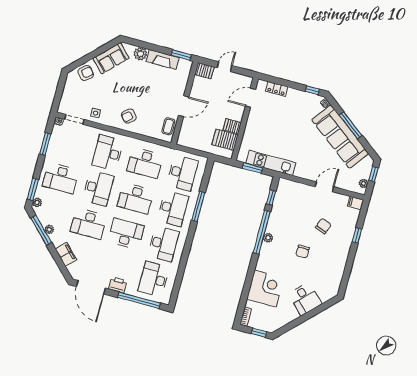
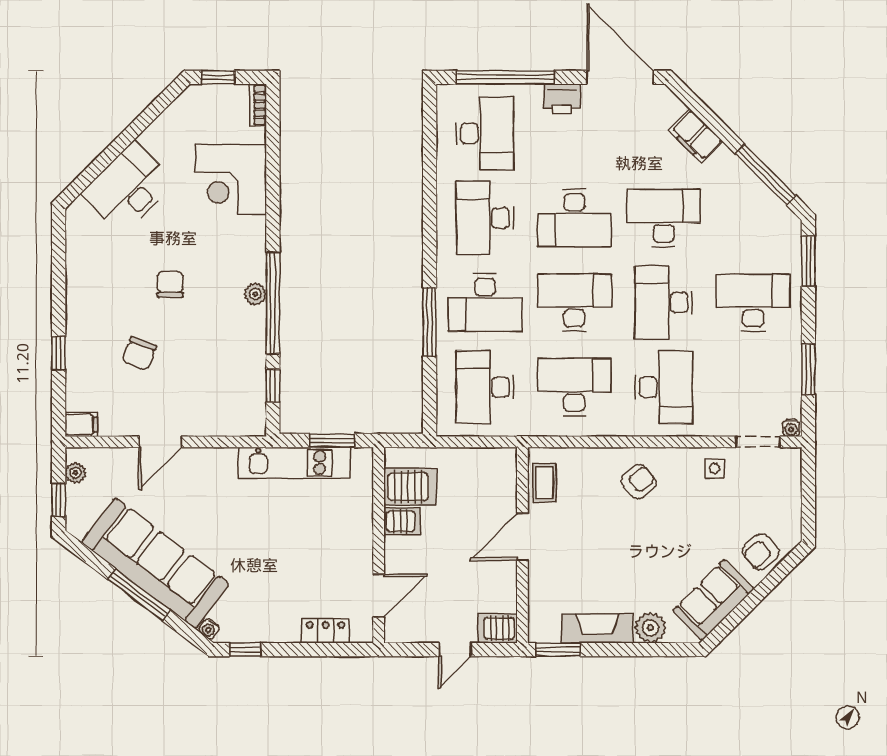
plant: (37, 202) -> (791, 234), removed
desk: (173, 208) -> (485, 303), turned -90
plant: (49, 229) -> (748, 181), removed
desk: (305, 299) -> (128, 188), width x1.37

